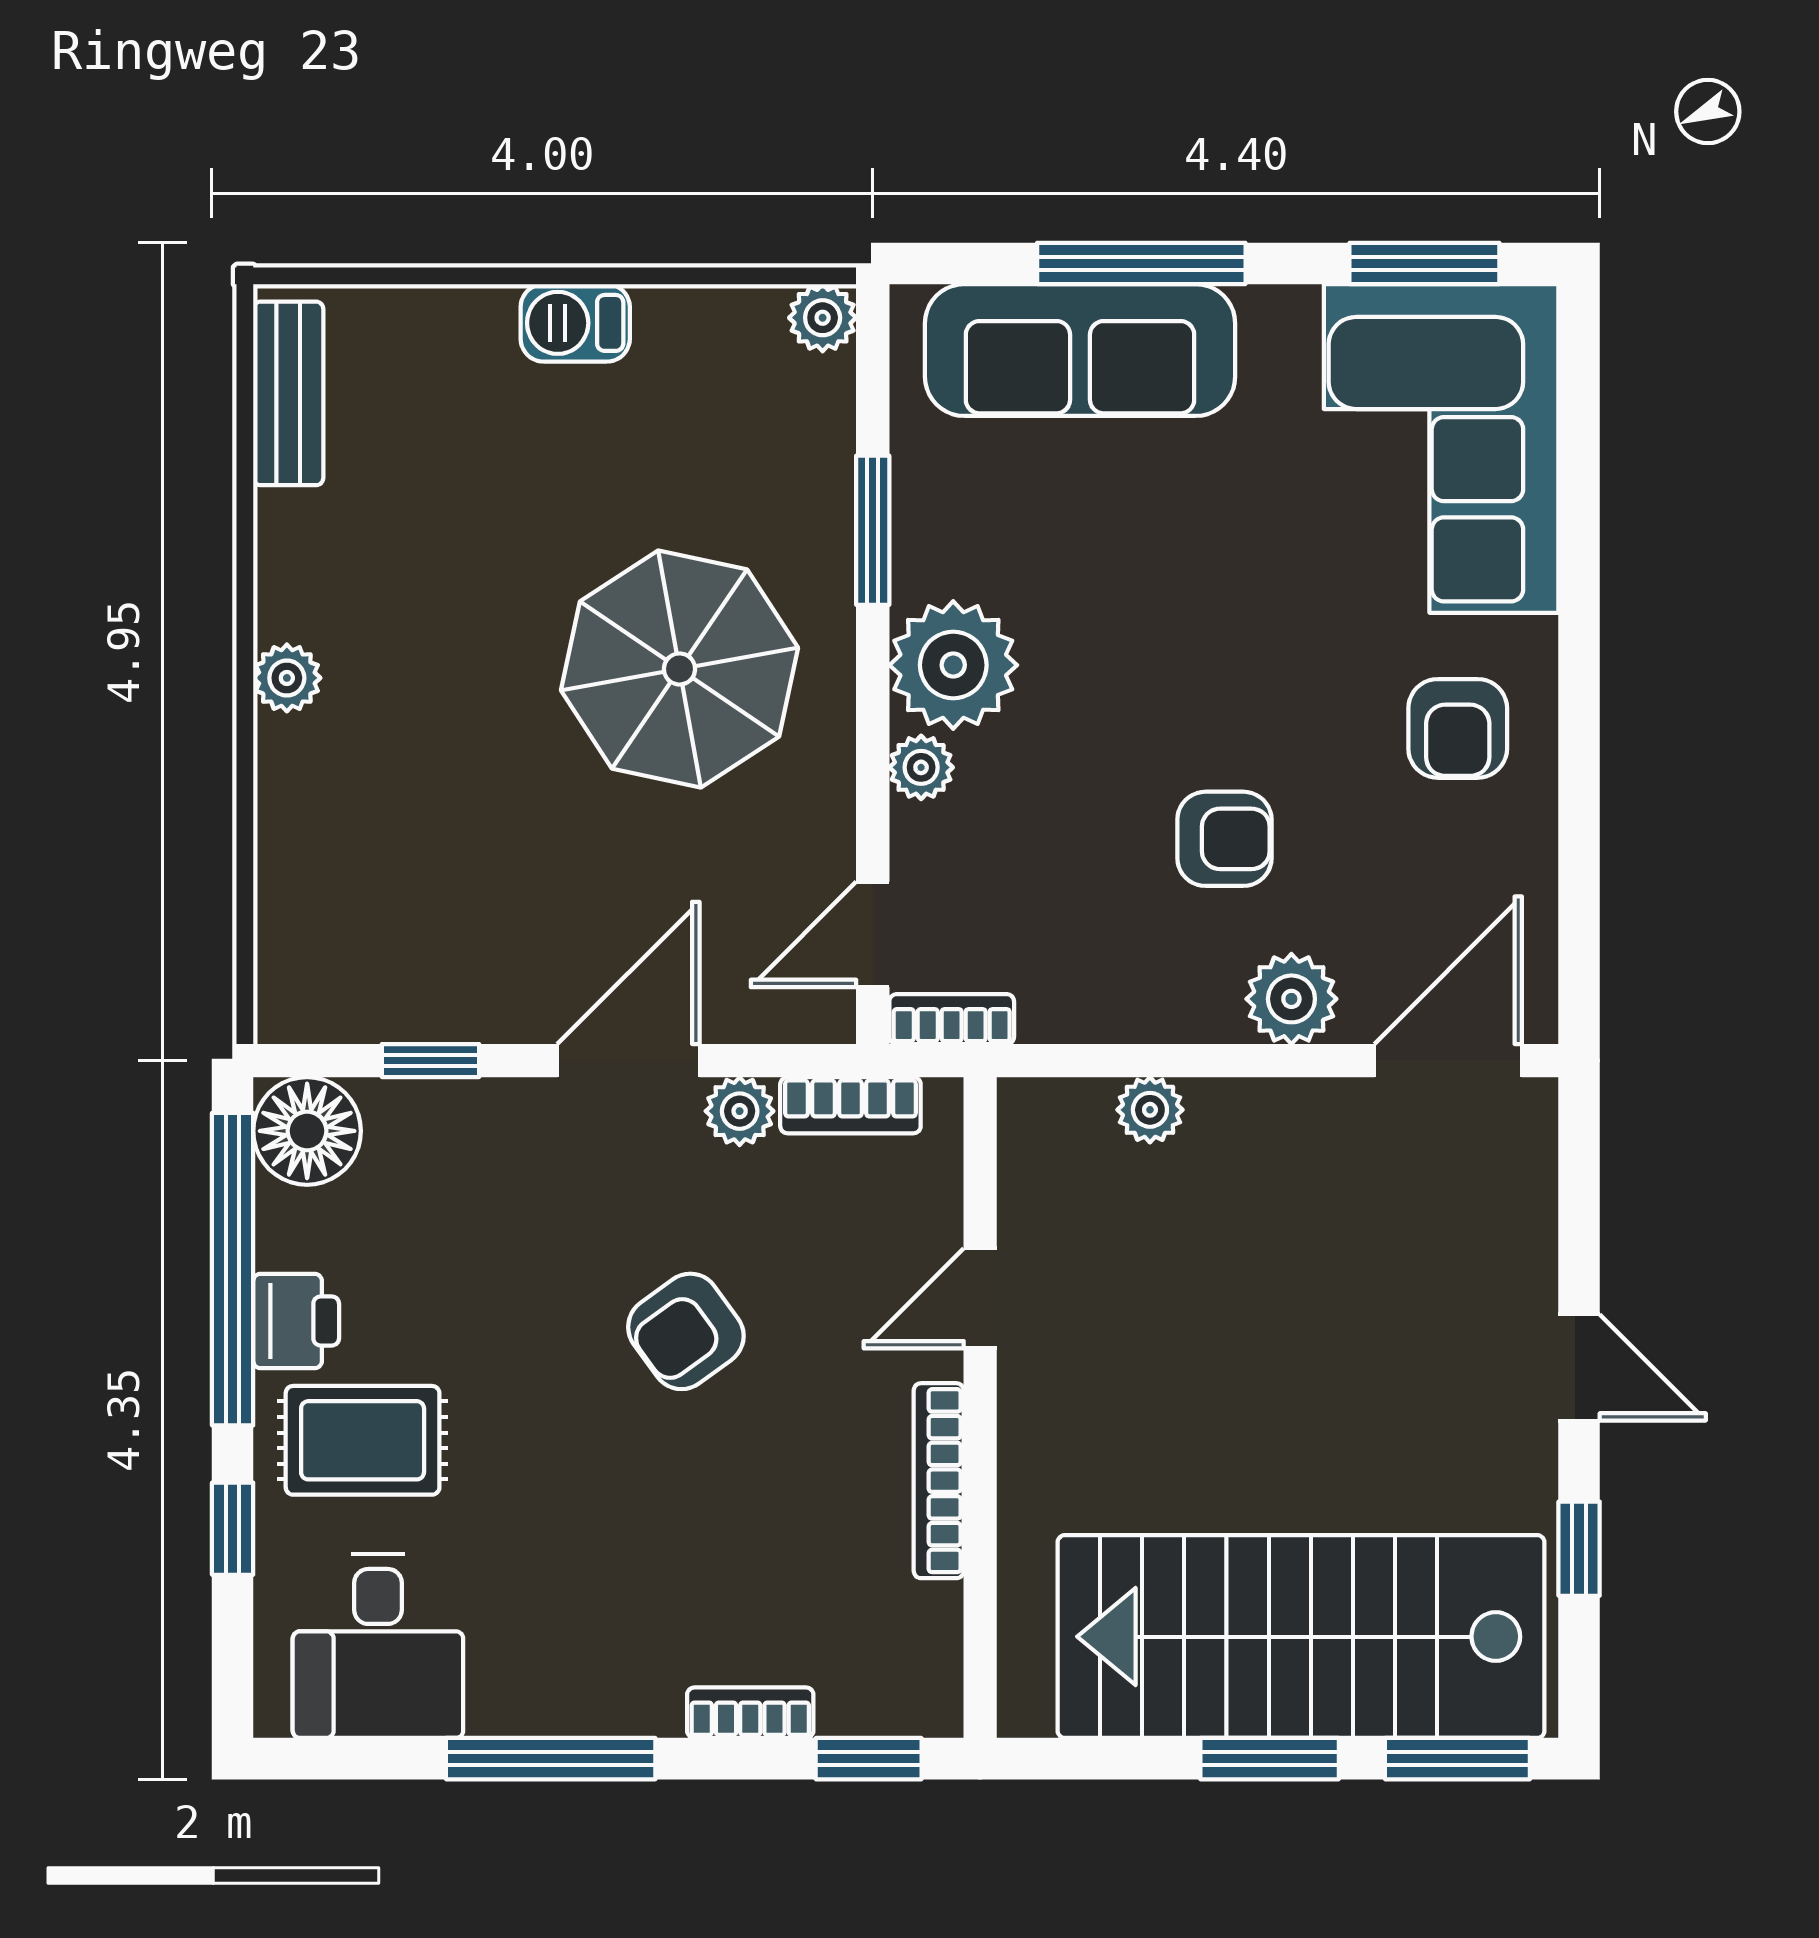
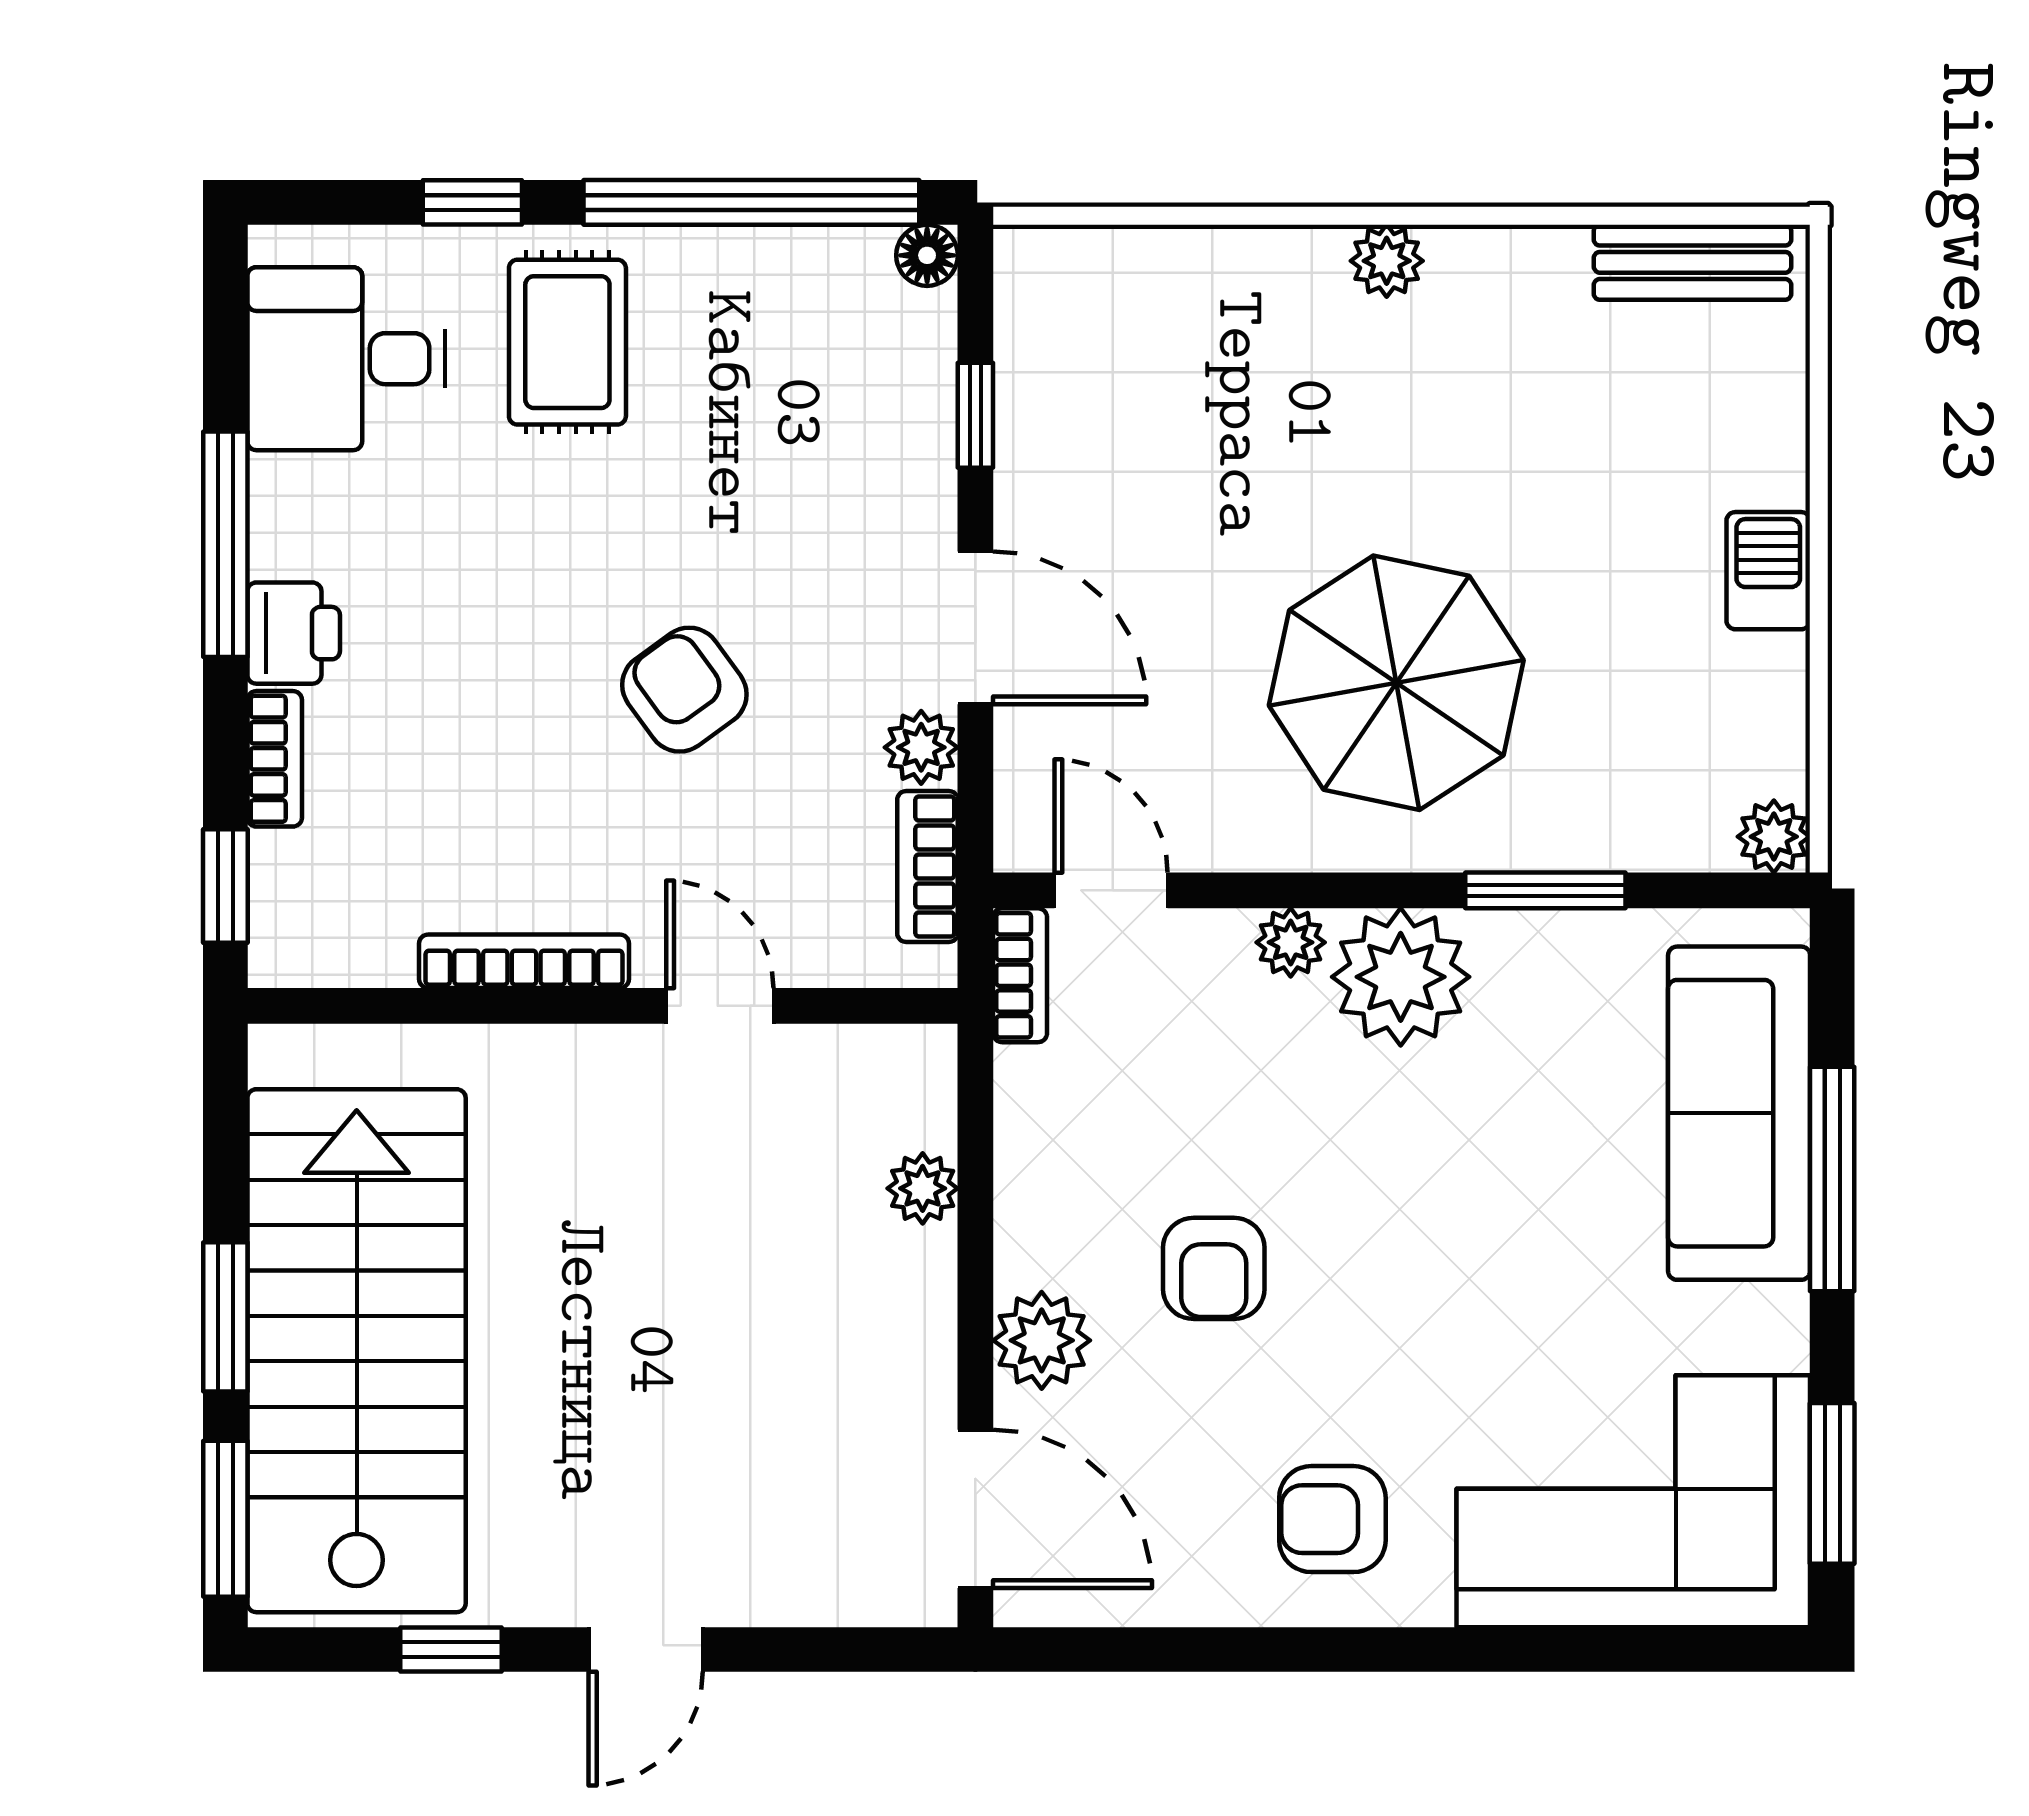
floor lamp: (307, 1131) -> (927, 255), width x0.53, depth x0.53
printer: (296, 1321) -> (294, 633), moved, turned -90

